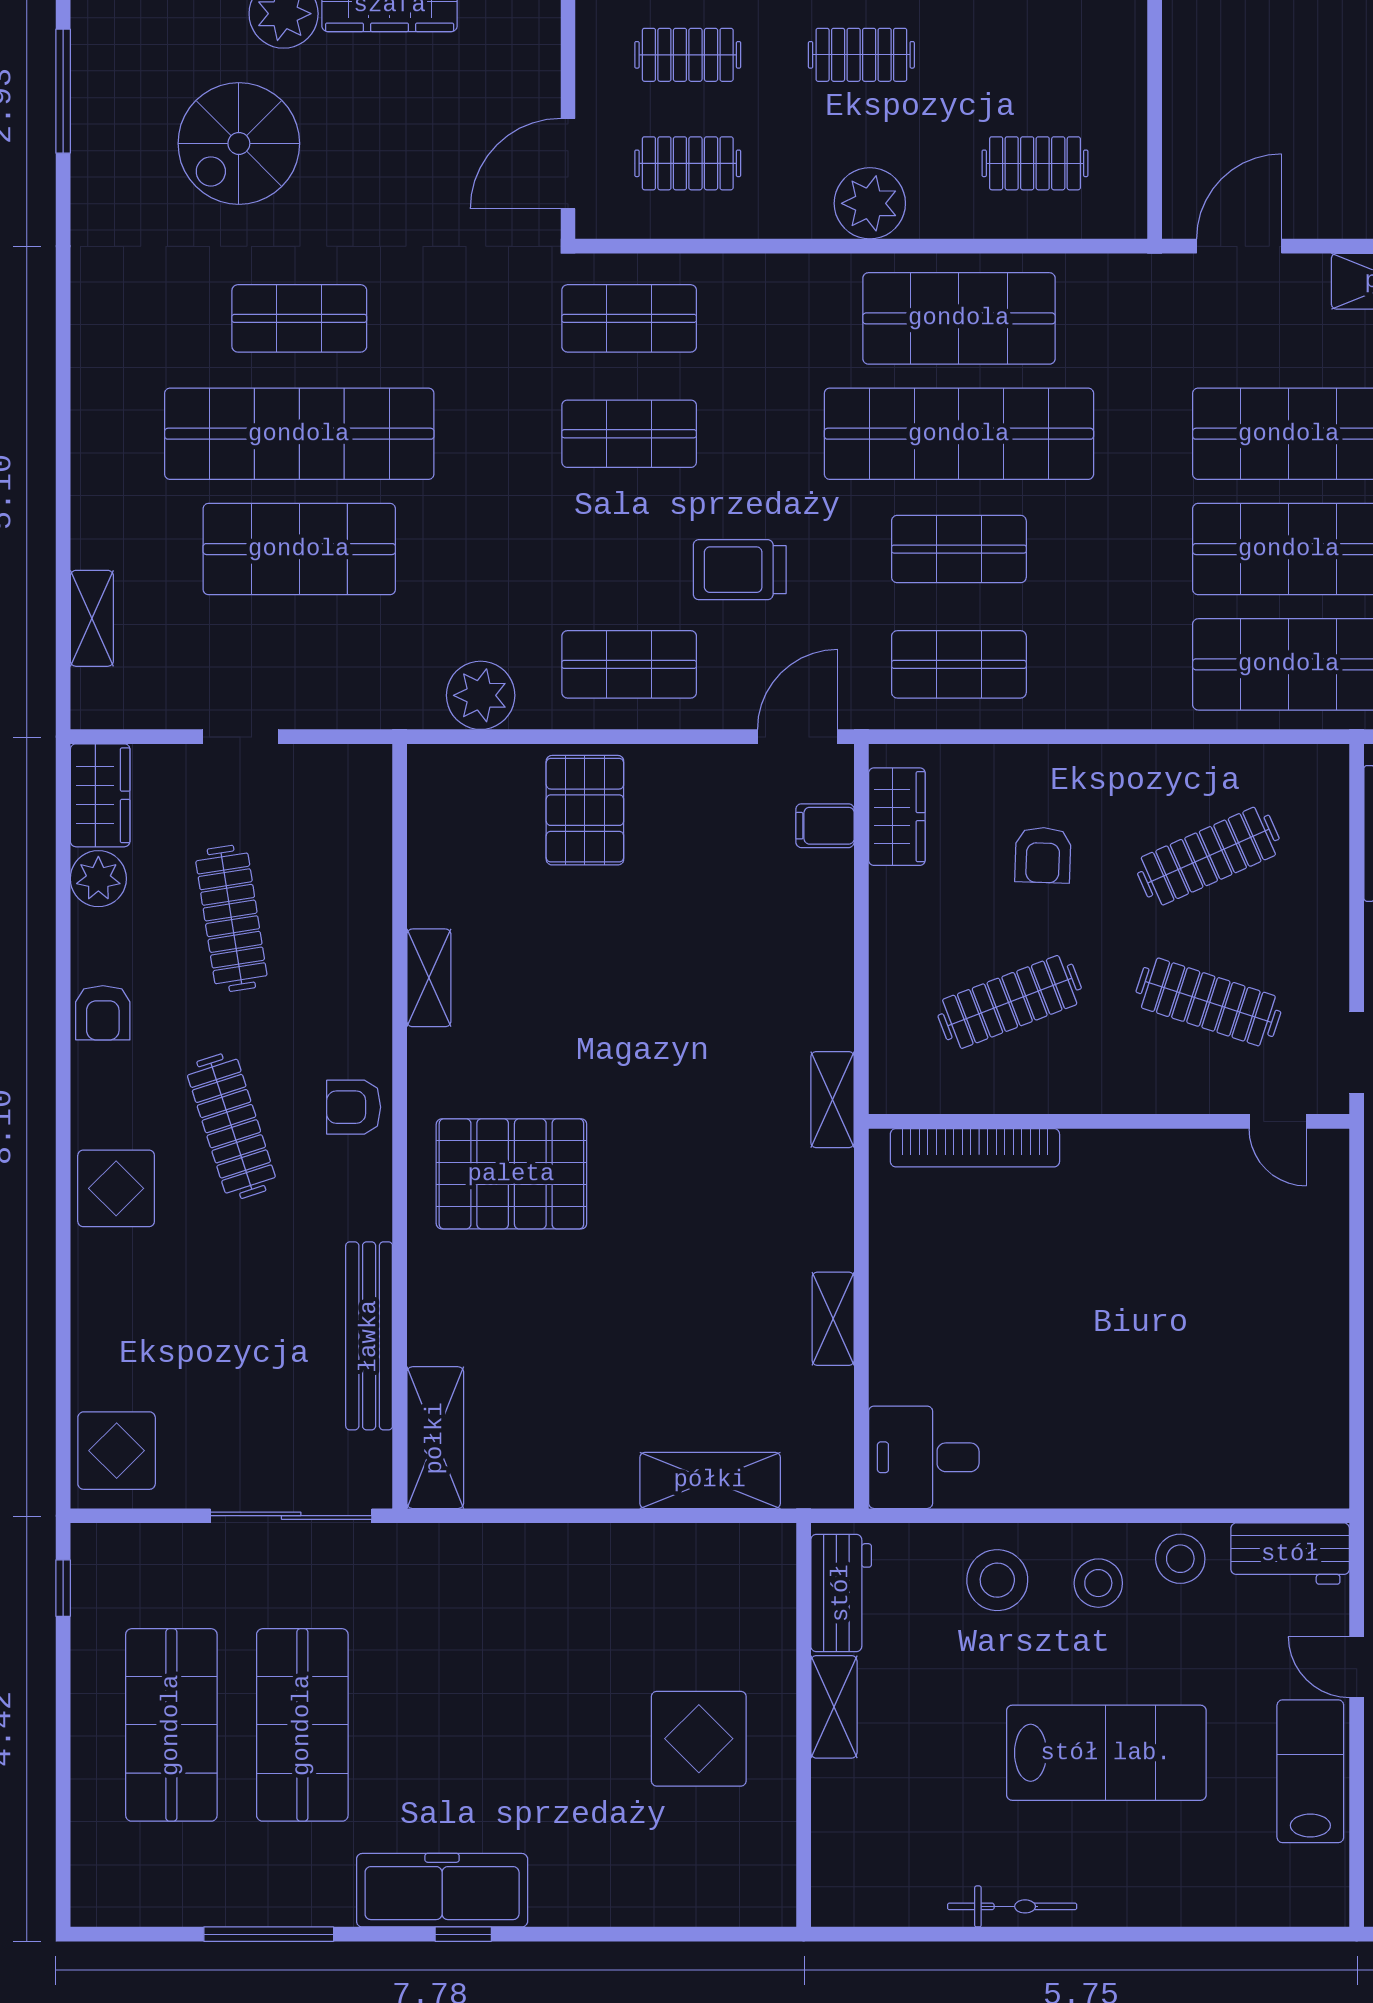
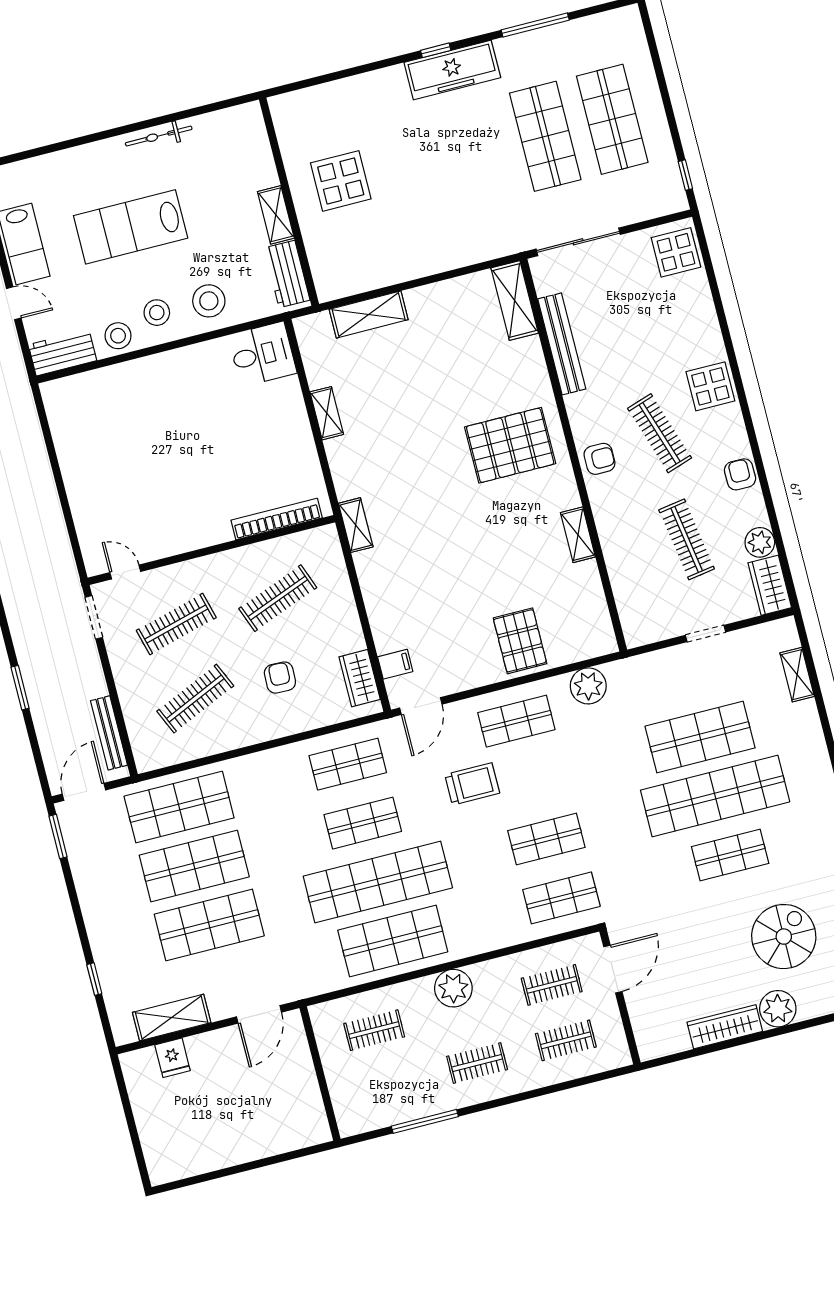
clothes rail: (1208, 1002) -> (176, 624), turned -33

